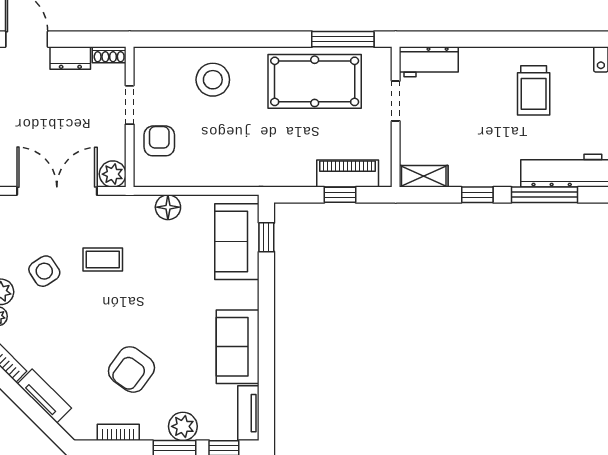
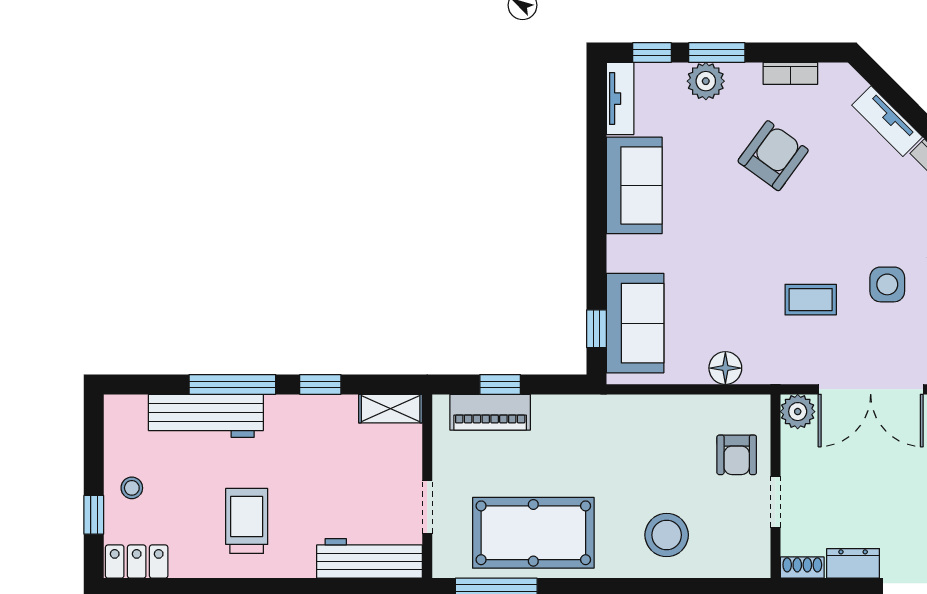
workbench: (429, 62) -> (370, 558), width x1.38
side table: (44, 271) -> (887, 284), turned 33

